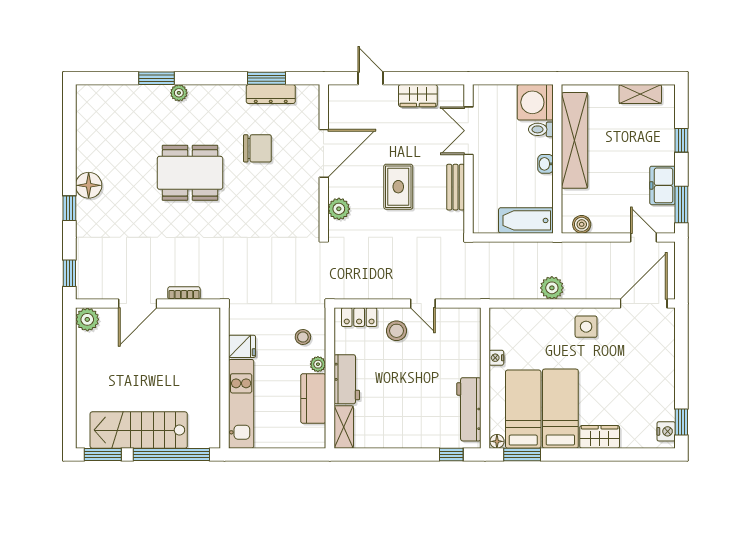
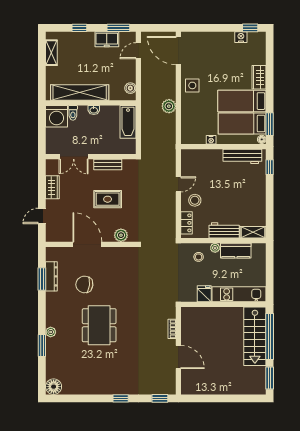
chair: (257, 148) -> (84, 284), turned -82
floor lamp: (89, 185) -> (54, 387), moved
plant: (87, 319) -> (188, 387), removed
stairs: (139, 430) -> (255, 336), moved
nightstand: (666, 431) -> (241, 37), moved

